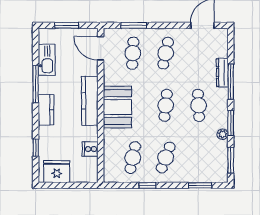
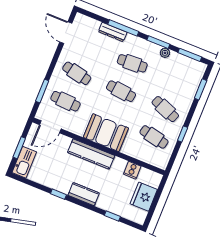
kitchen sink: (47, 60) -> (24, 162), moved, turned 90
window: (36, 84) -> (58, 194), width x0.46
fridge: (57, 172) -> (144, 197), moved

